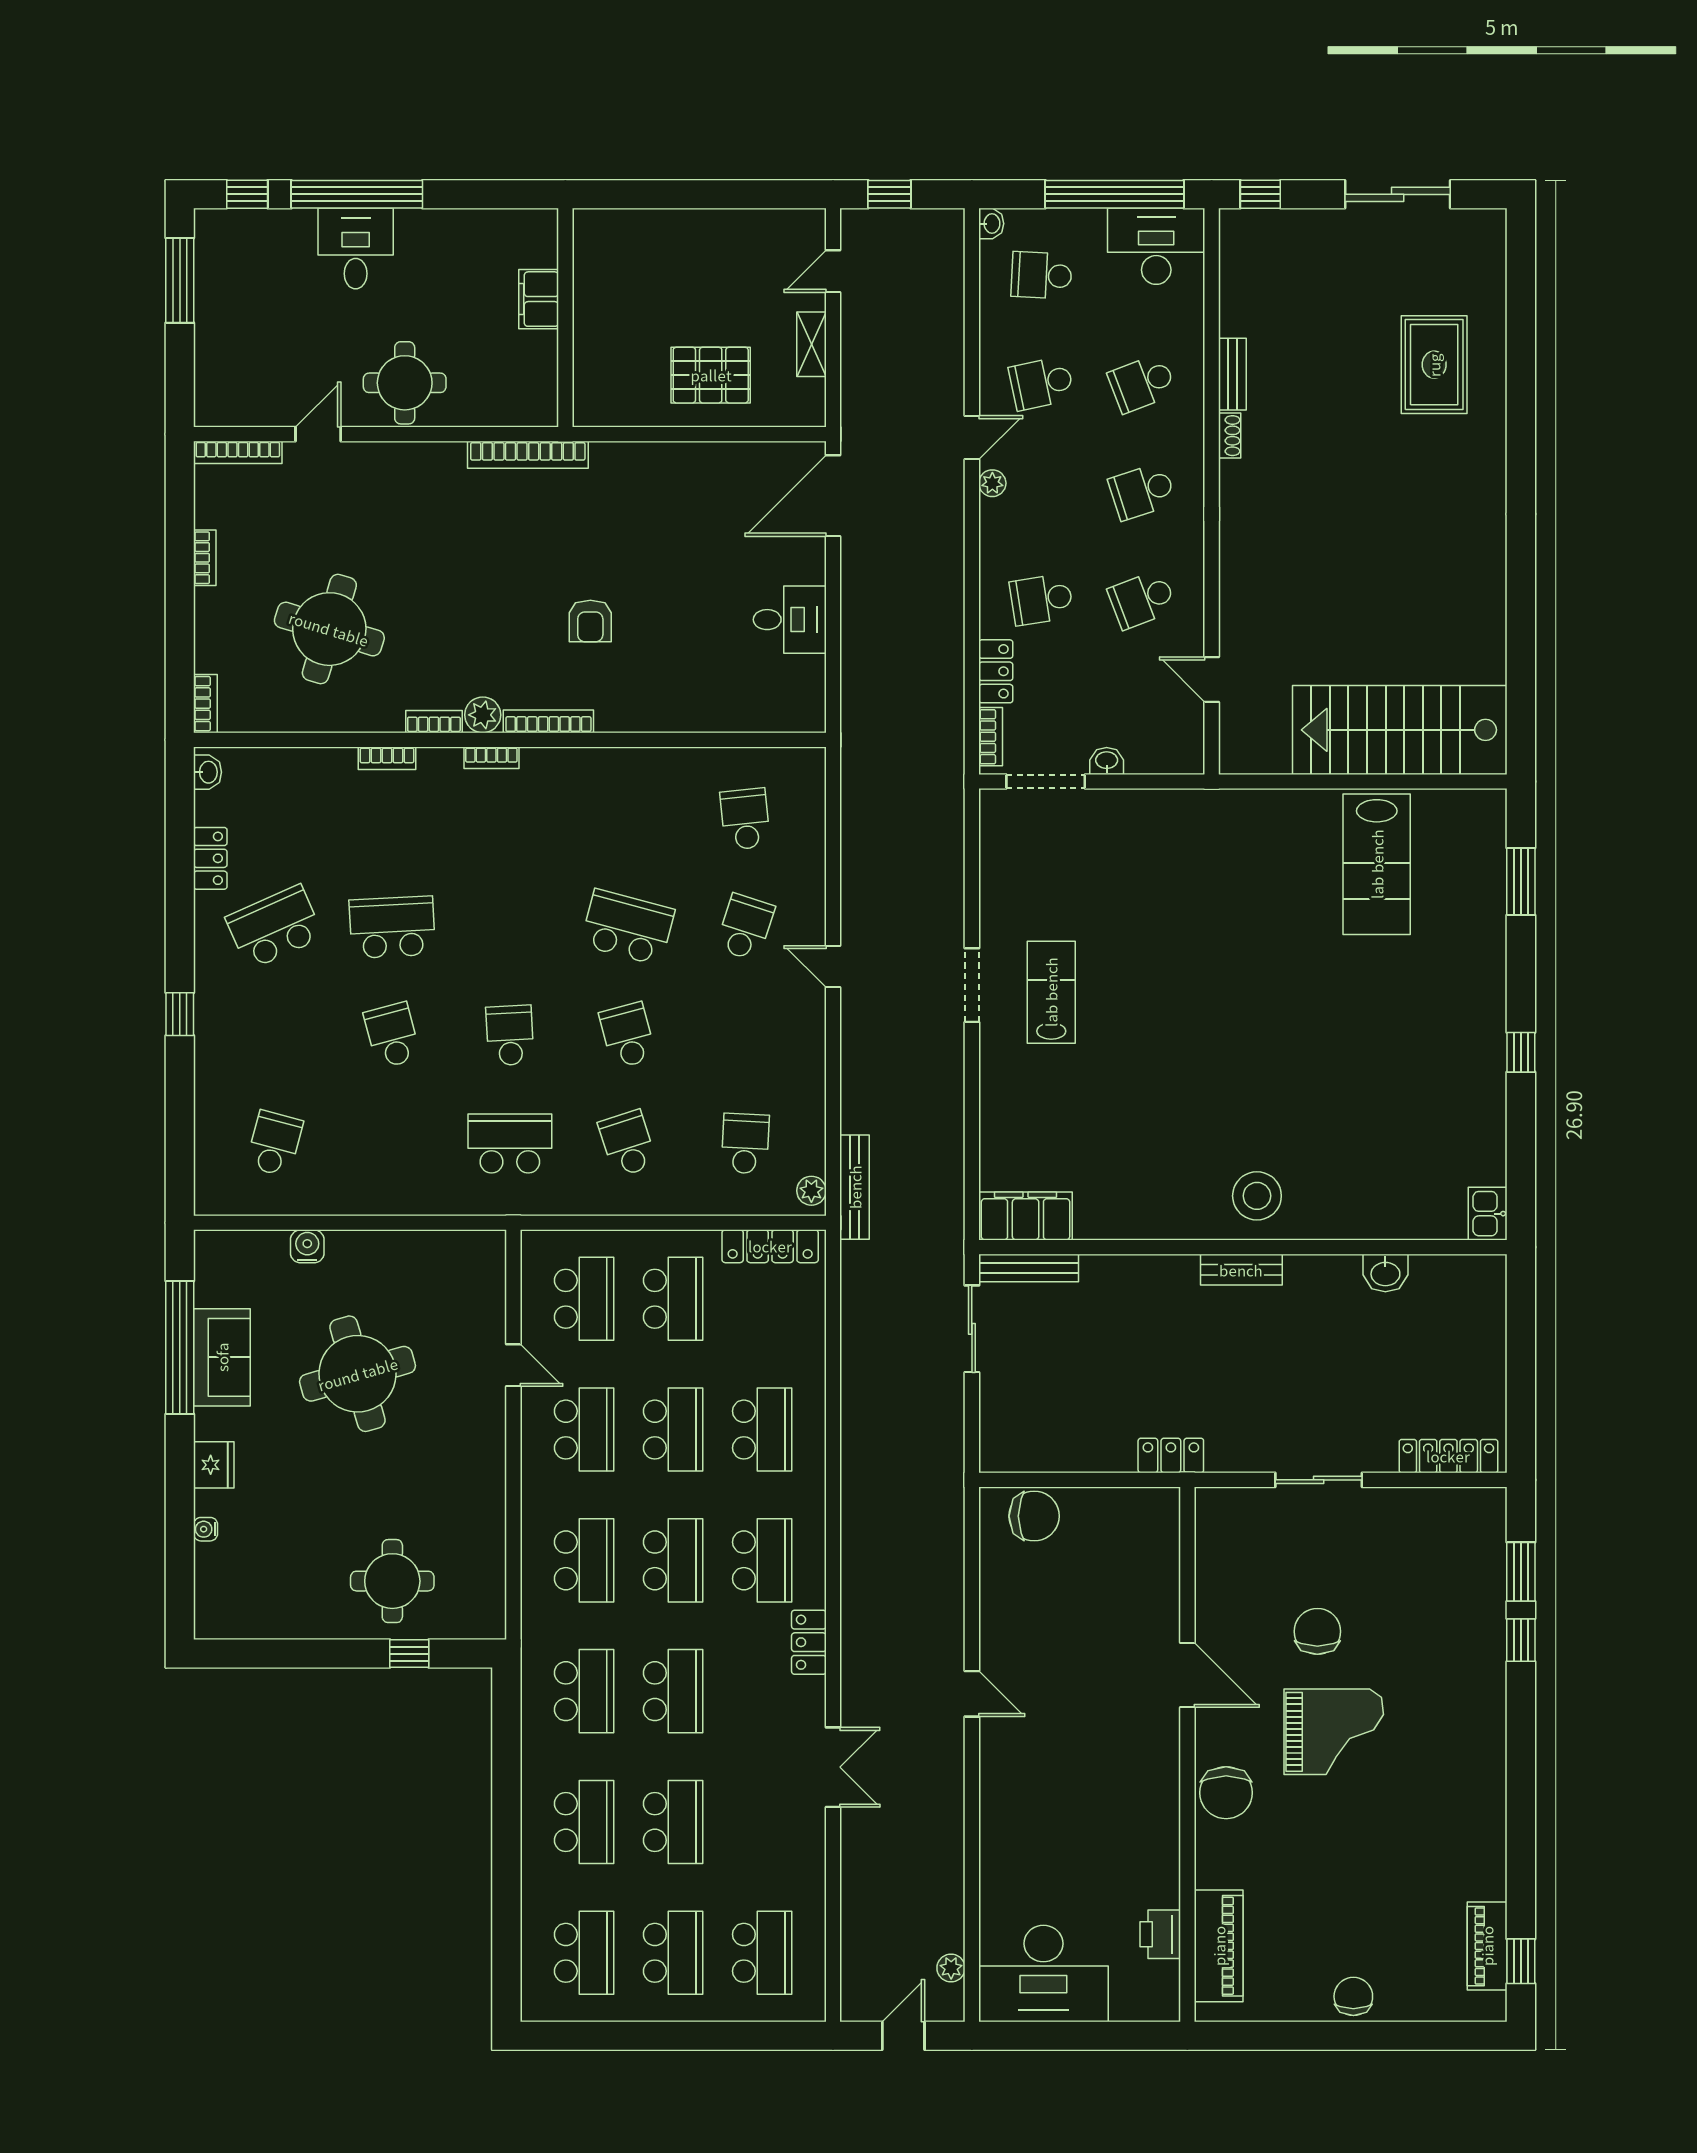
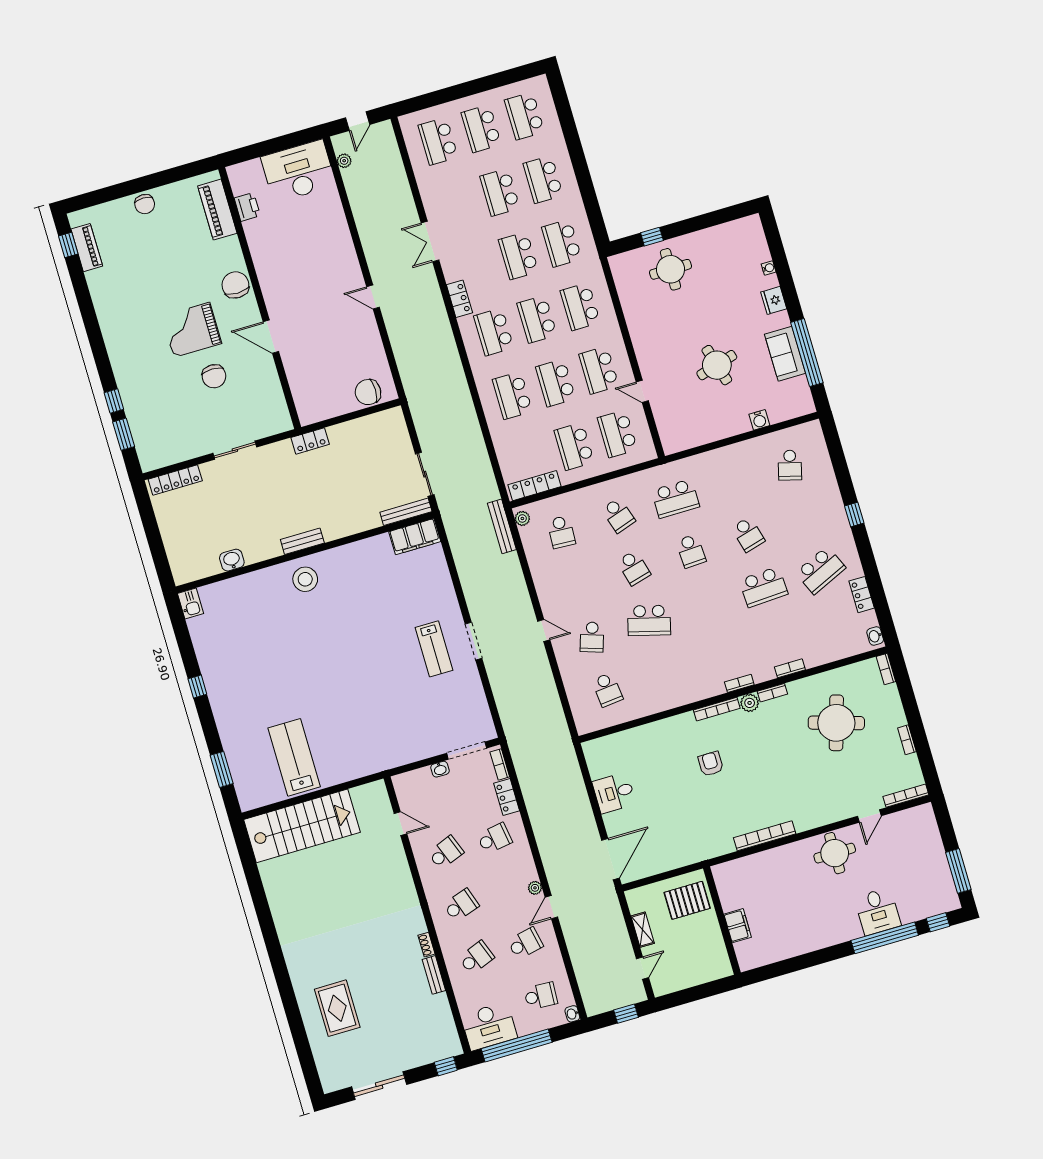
filing cabinet: (539, 299) -> (738, 926), moved
wall: (565, 318) -> (722, 920), moved
round table: (358, 1374) -> (717, 365), width x0.73, depth x0.73

